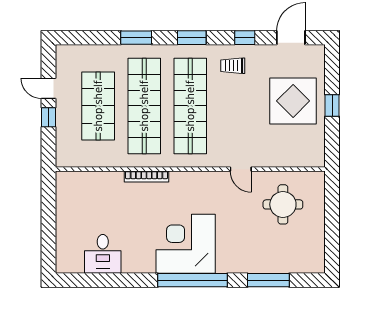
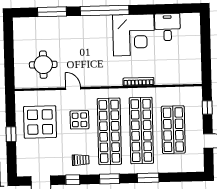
display table: (293, 101) -> (40, 122), moved
window: (49, 117) -> (207, 108), moved
display table: (233, 124) -> (79, 120), added
corner desk: (186, 244) -> (134, 35), moved

